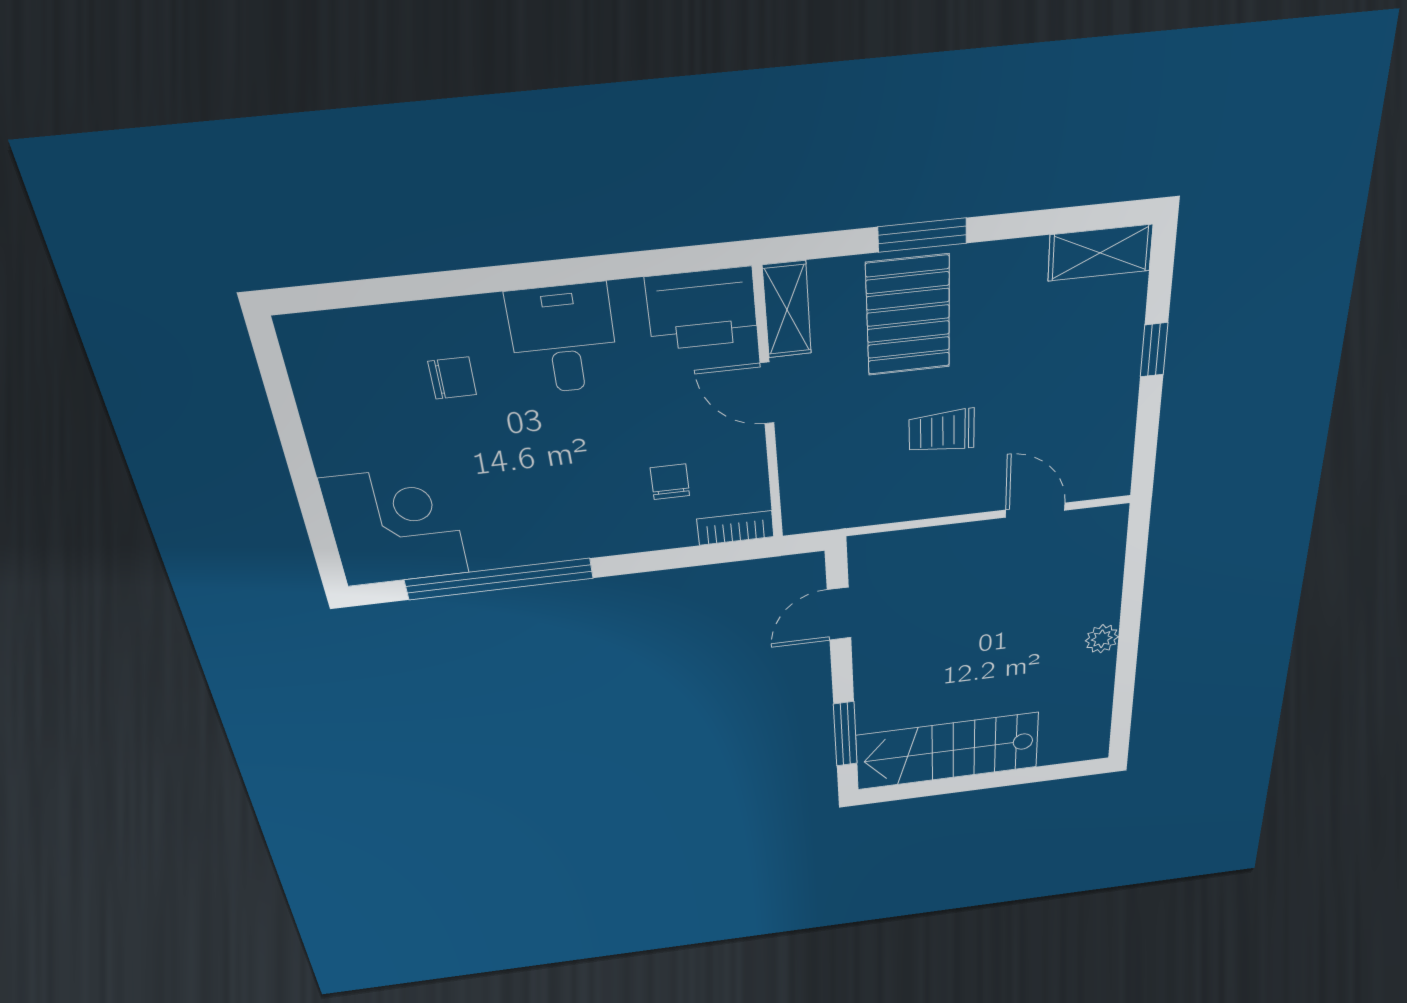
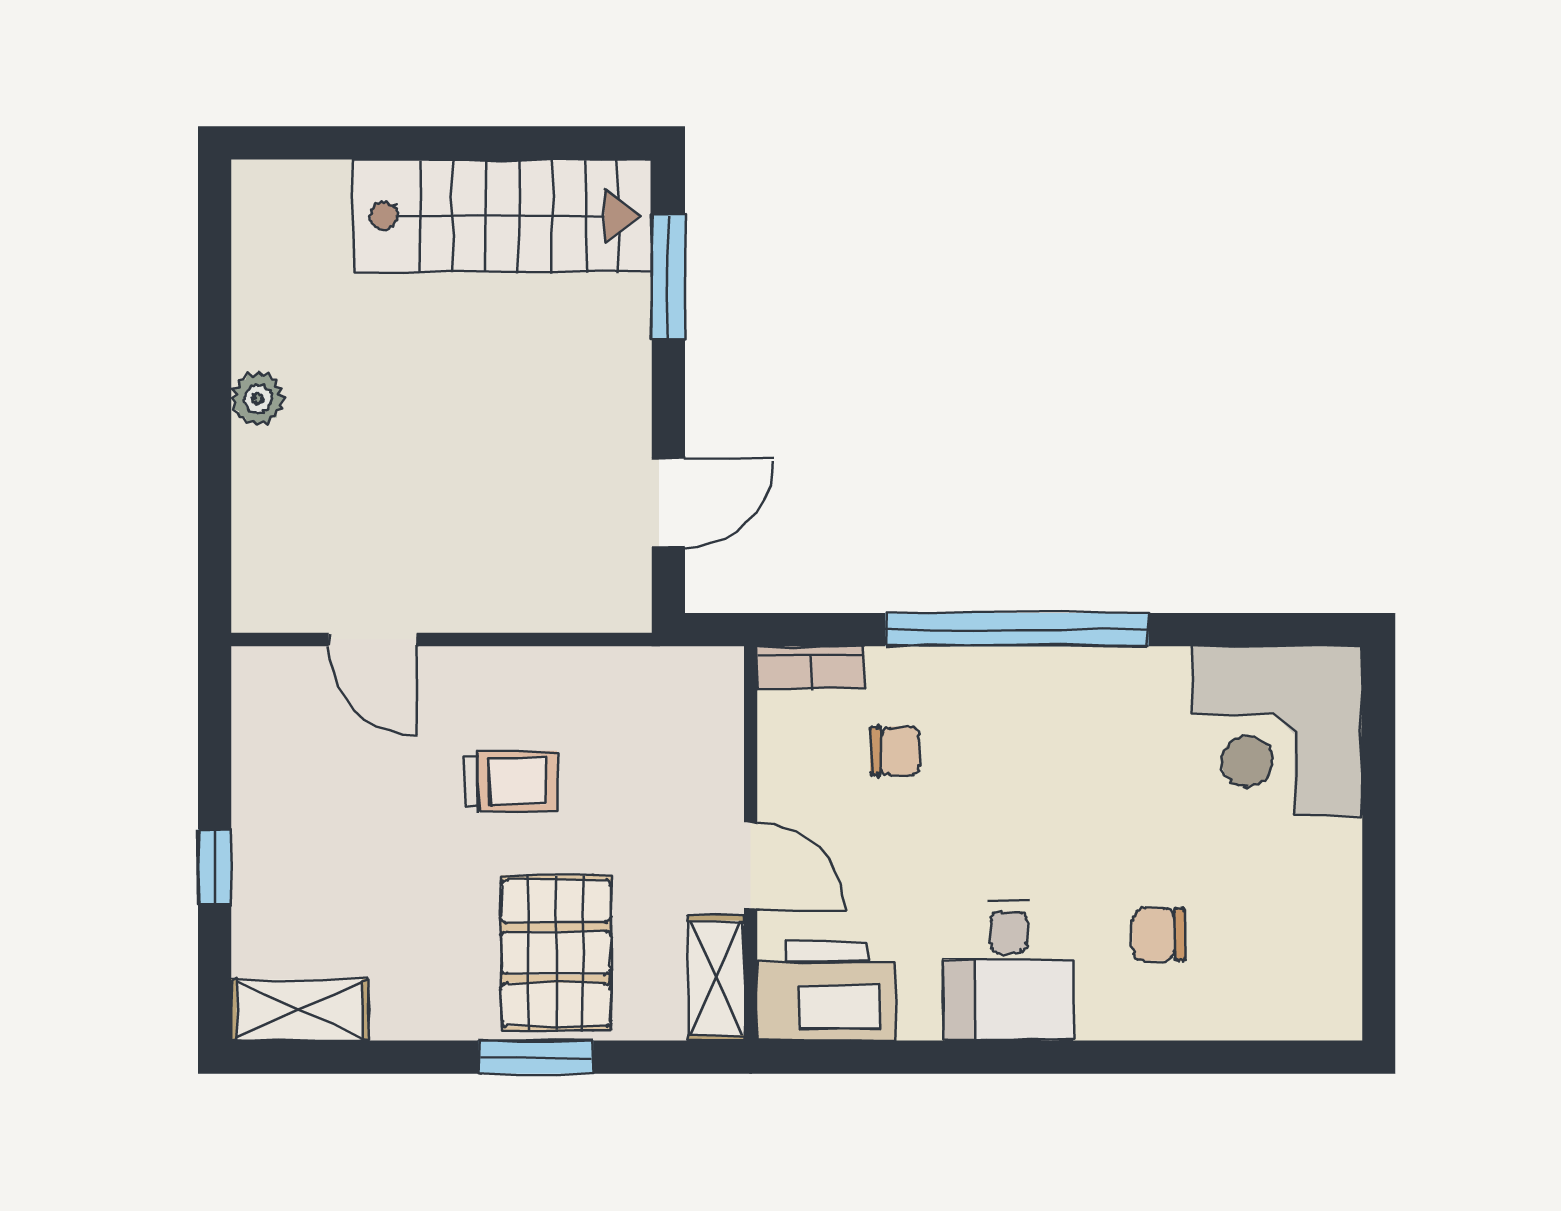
chair: (670, 482) -> (895, 751), turned -90
window: (499, 579) -> (1017, 630), moved

